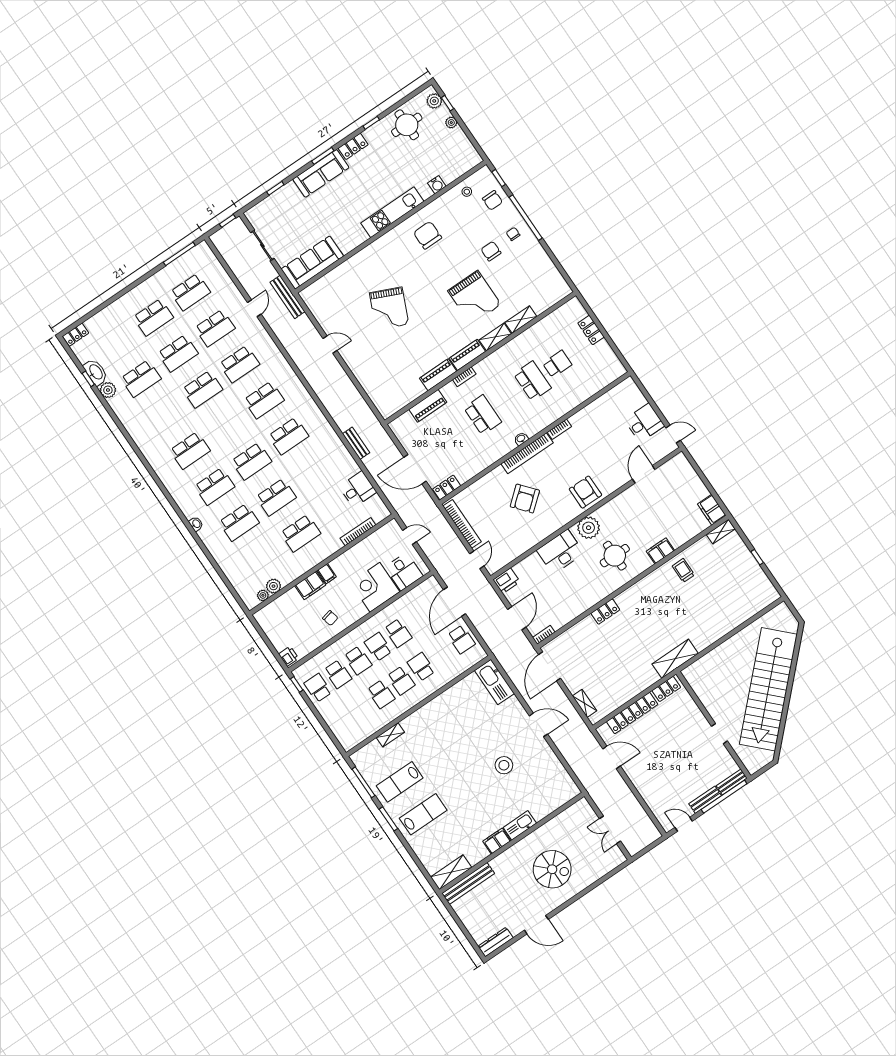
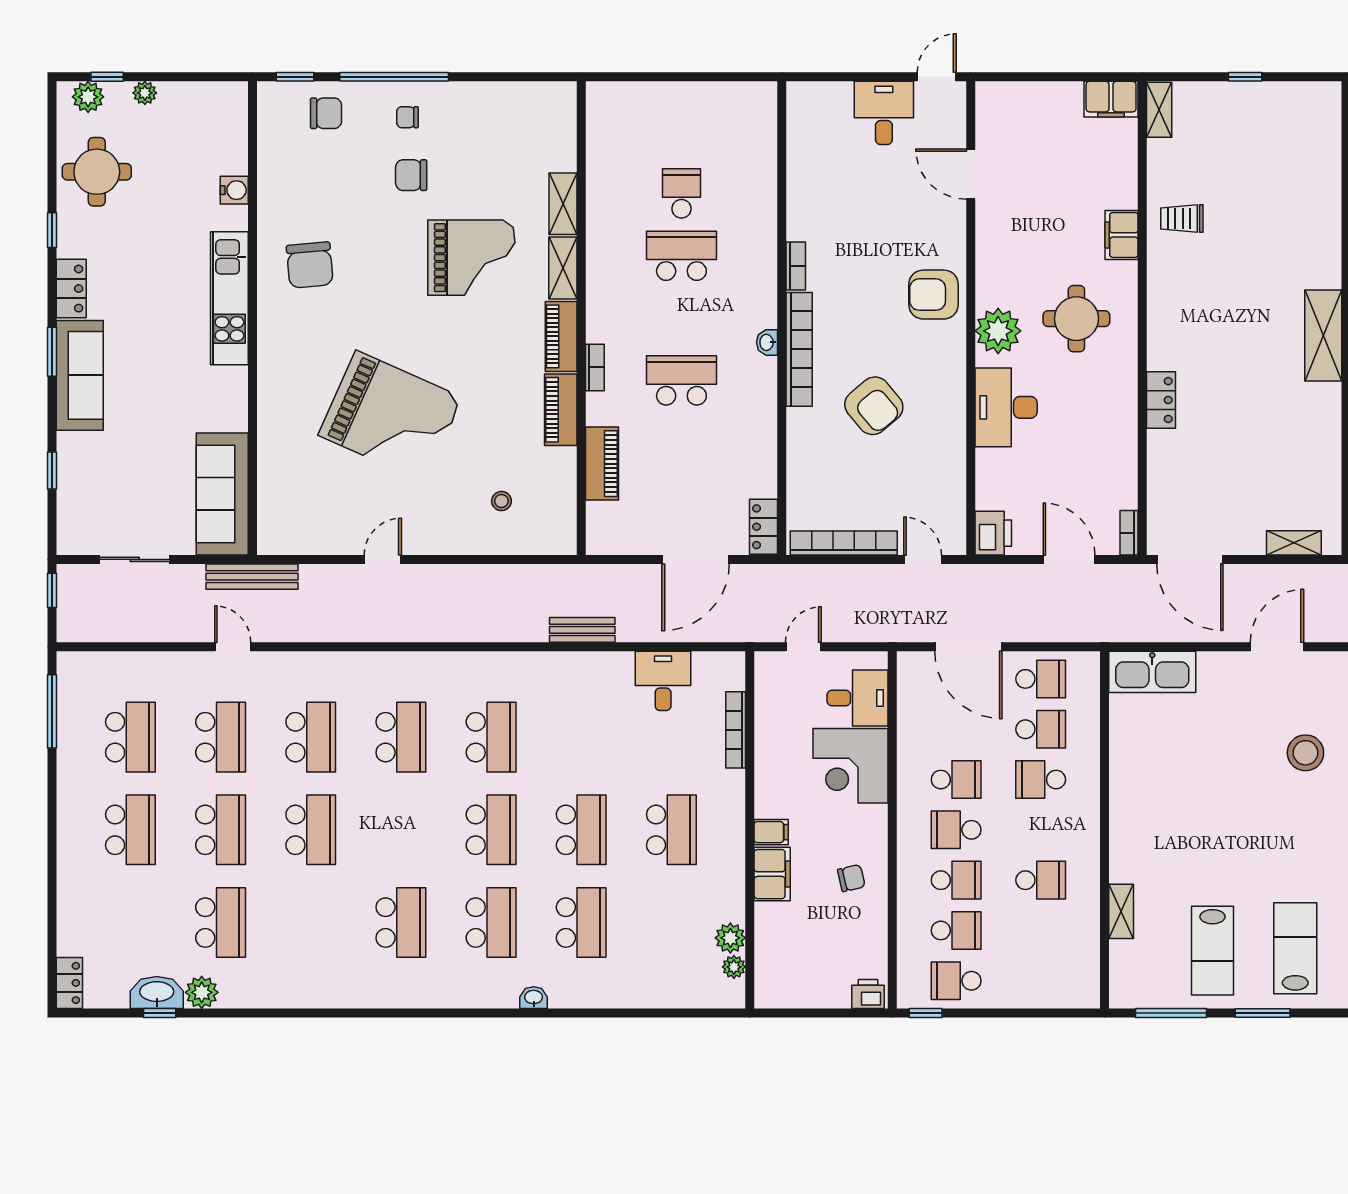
stool: (467, 192) -> (501, 501), moved
chair: (427, 235) -> (310, 265), turned -95
grand piano: (389, 309) -> (390, 416), width x1.37, depth x1.48
locker: (591, 330) -> (663, 96), removed
school desk: (401, 681) -> (1041, 729), moved

